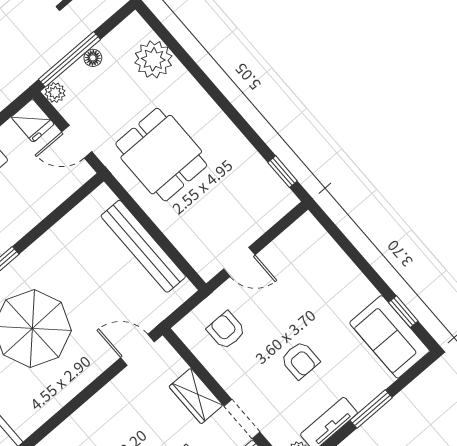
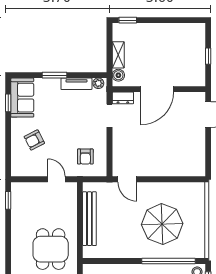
armchair: (300, 360) -> (34, 140), moved, turned -117
wardrobe: (196, 396) -> (120, 141), removed

